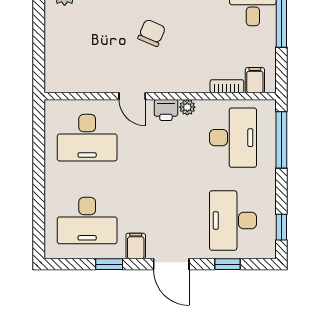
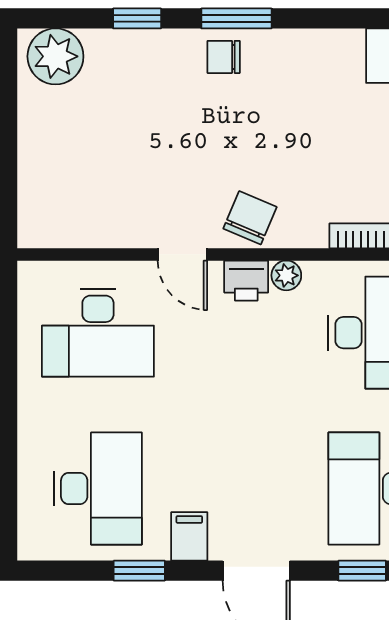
chair: (152, 33) -> (250, 218), moved
desk: (87, 221) -> (98, 489), turned -90

